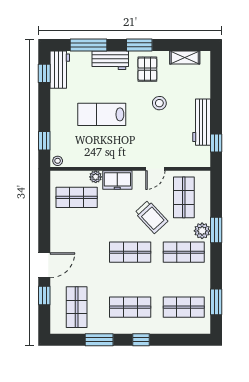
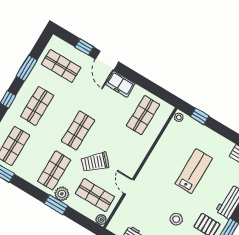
plant: (96, 177) -> (101, 220), moved
freezer: (117, 180) -> (120, 84), moved, turned -90

